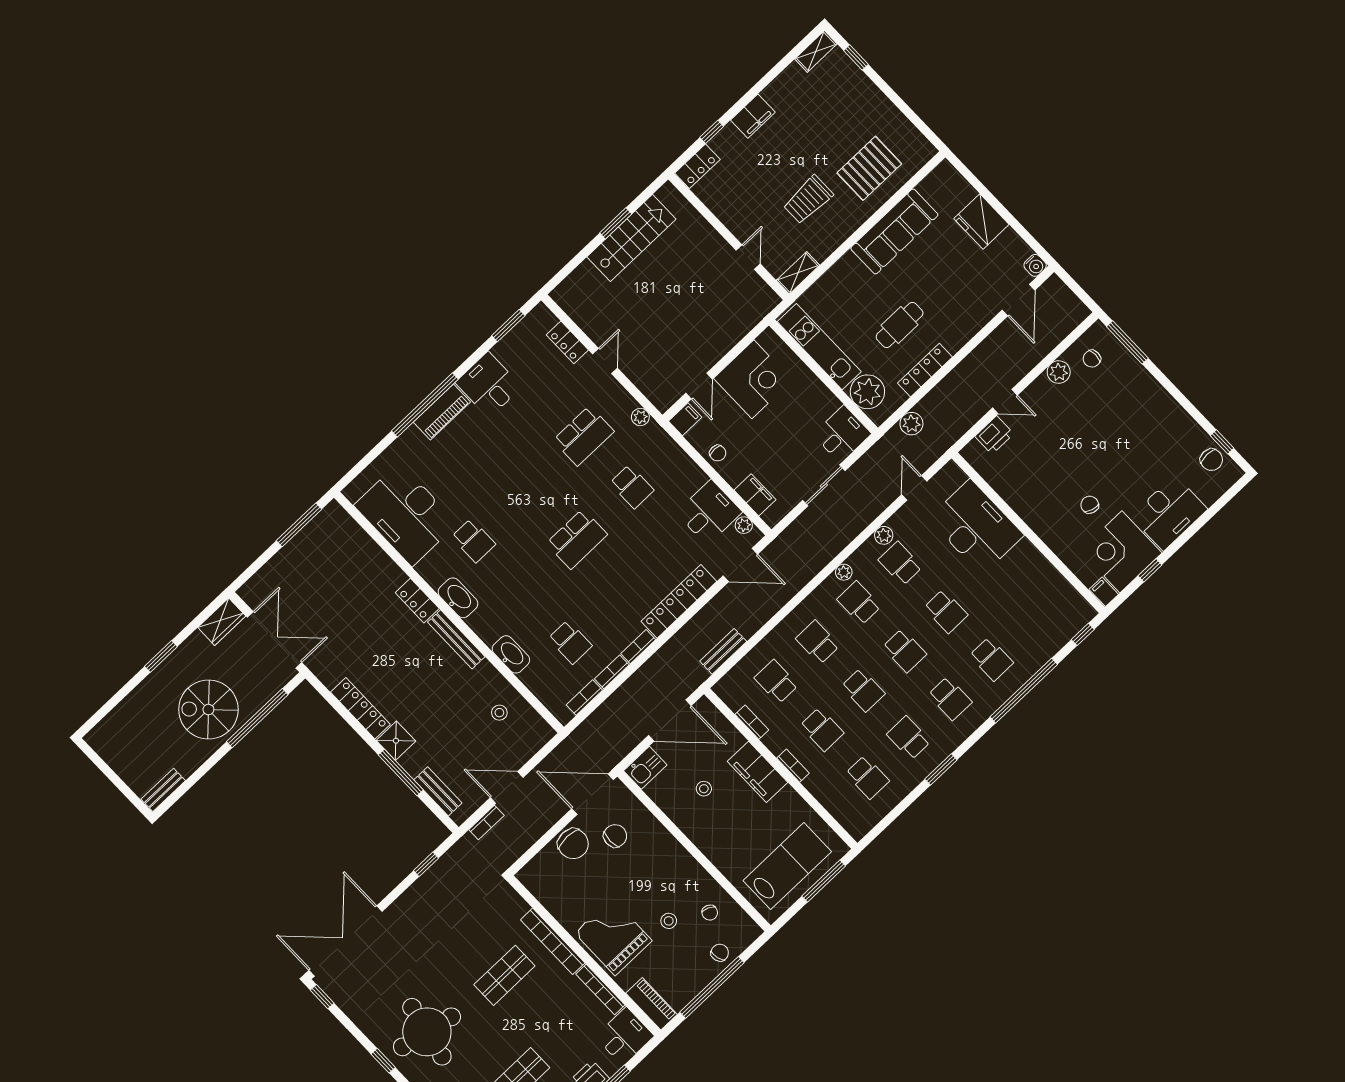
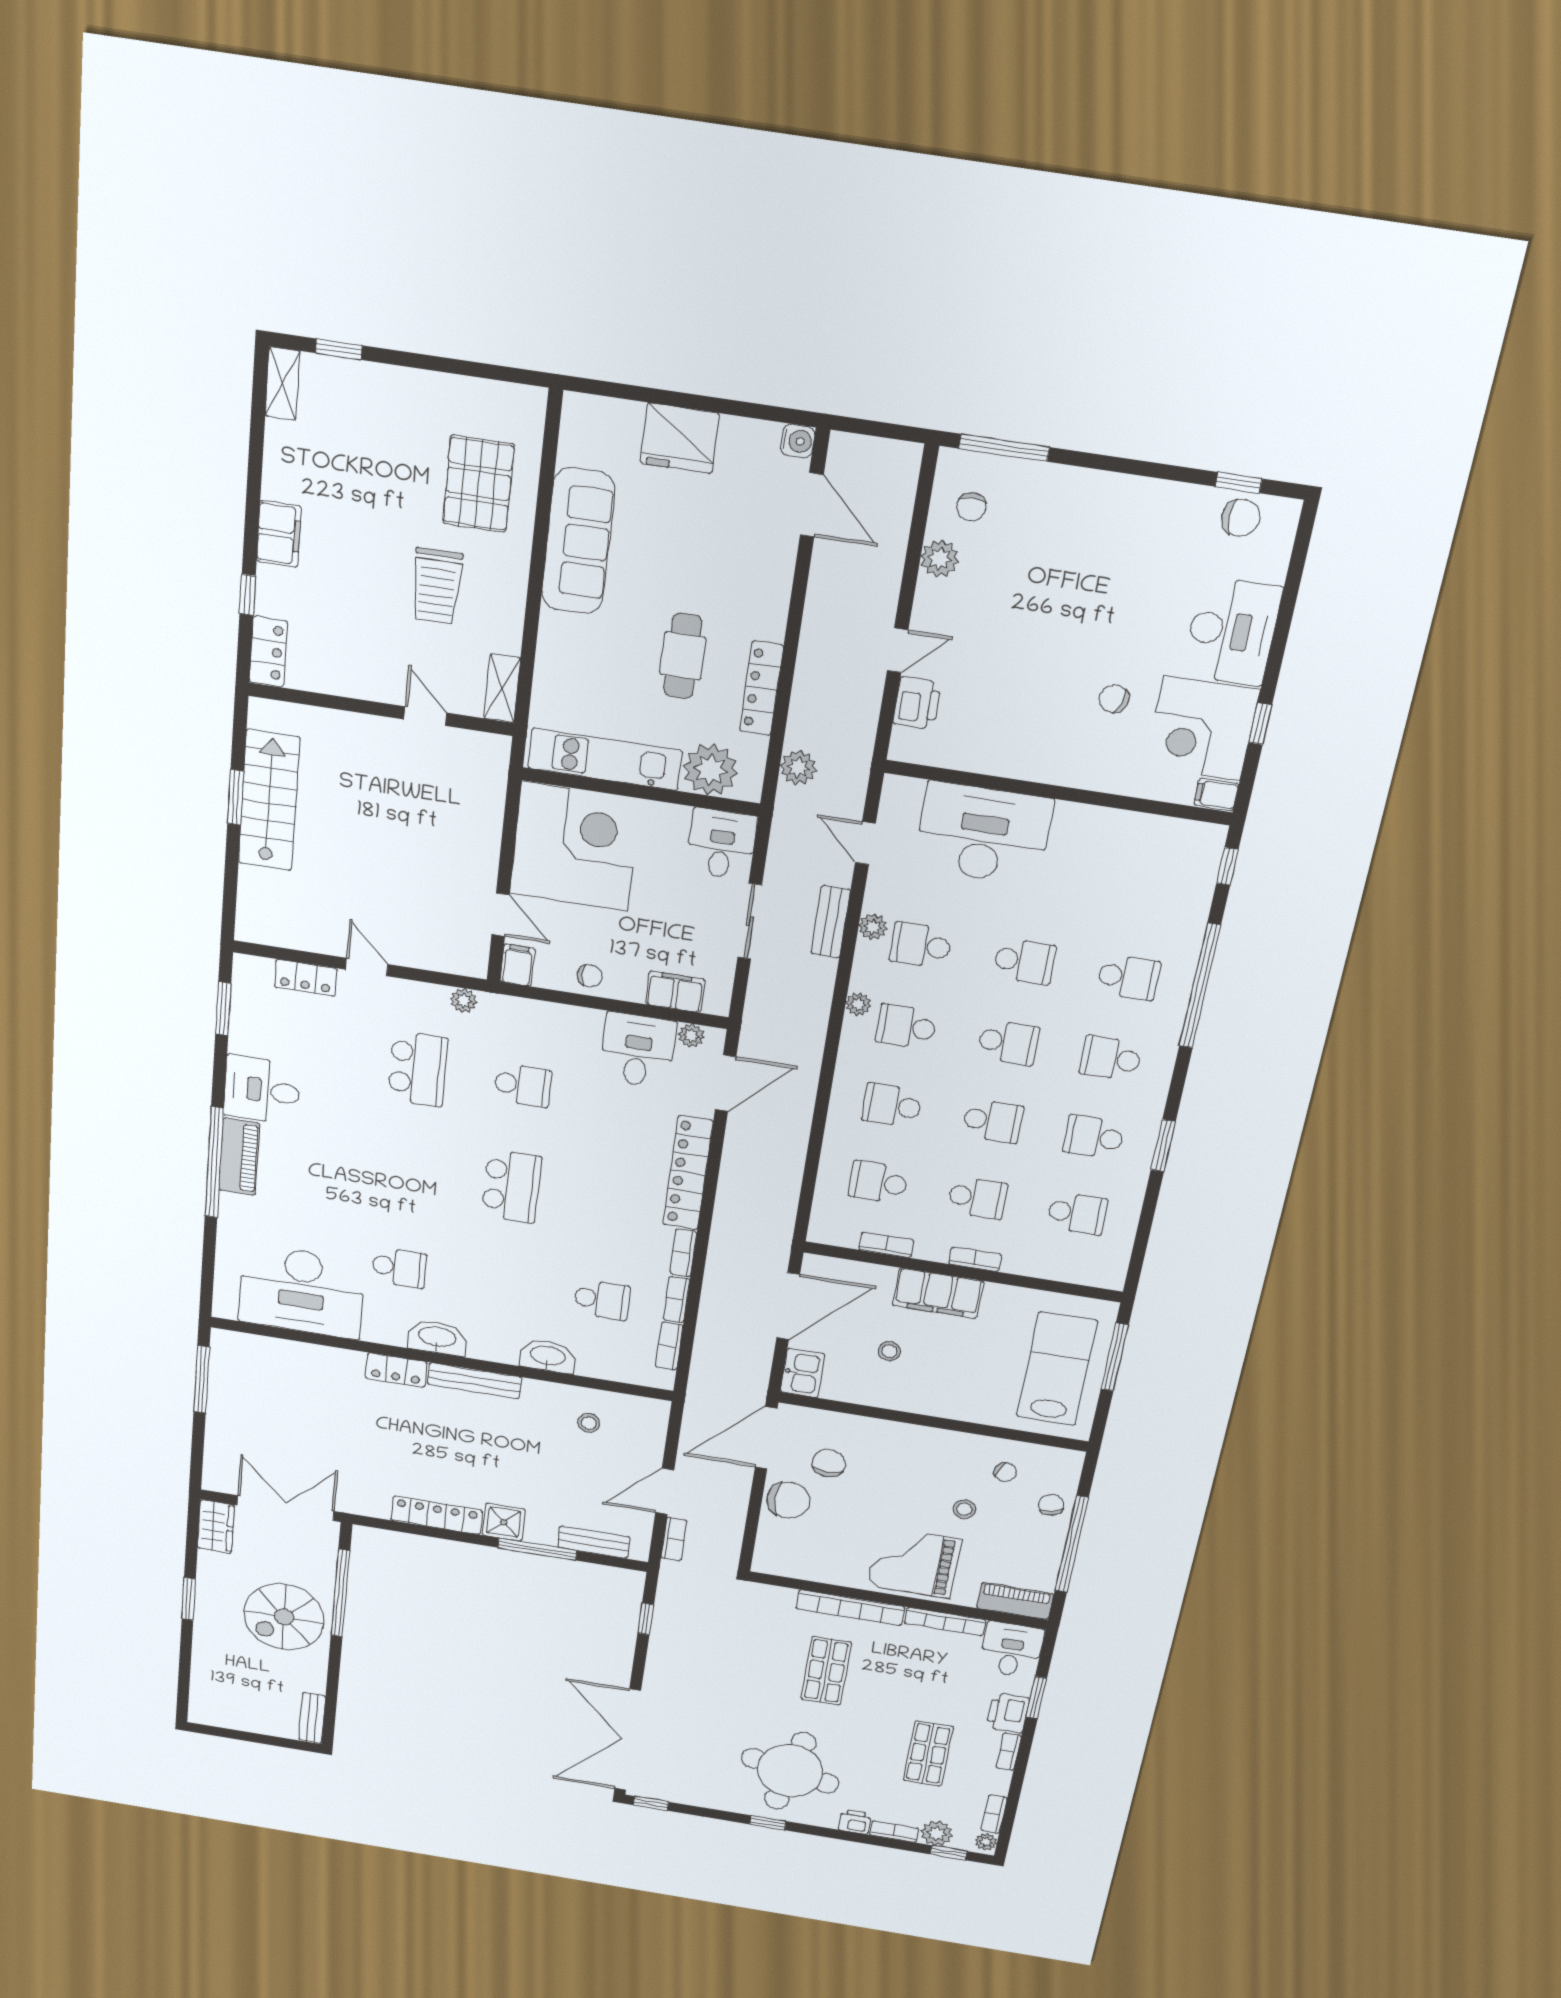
corner desk: (753, 379) -> (575, 847), width x1.36, depth x1.36
bench: (723, 651) -> (831, 922), moved
school desk: (950, 698) -> (1111, 1058), turned 180

